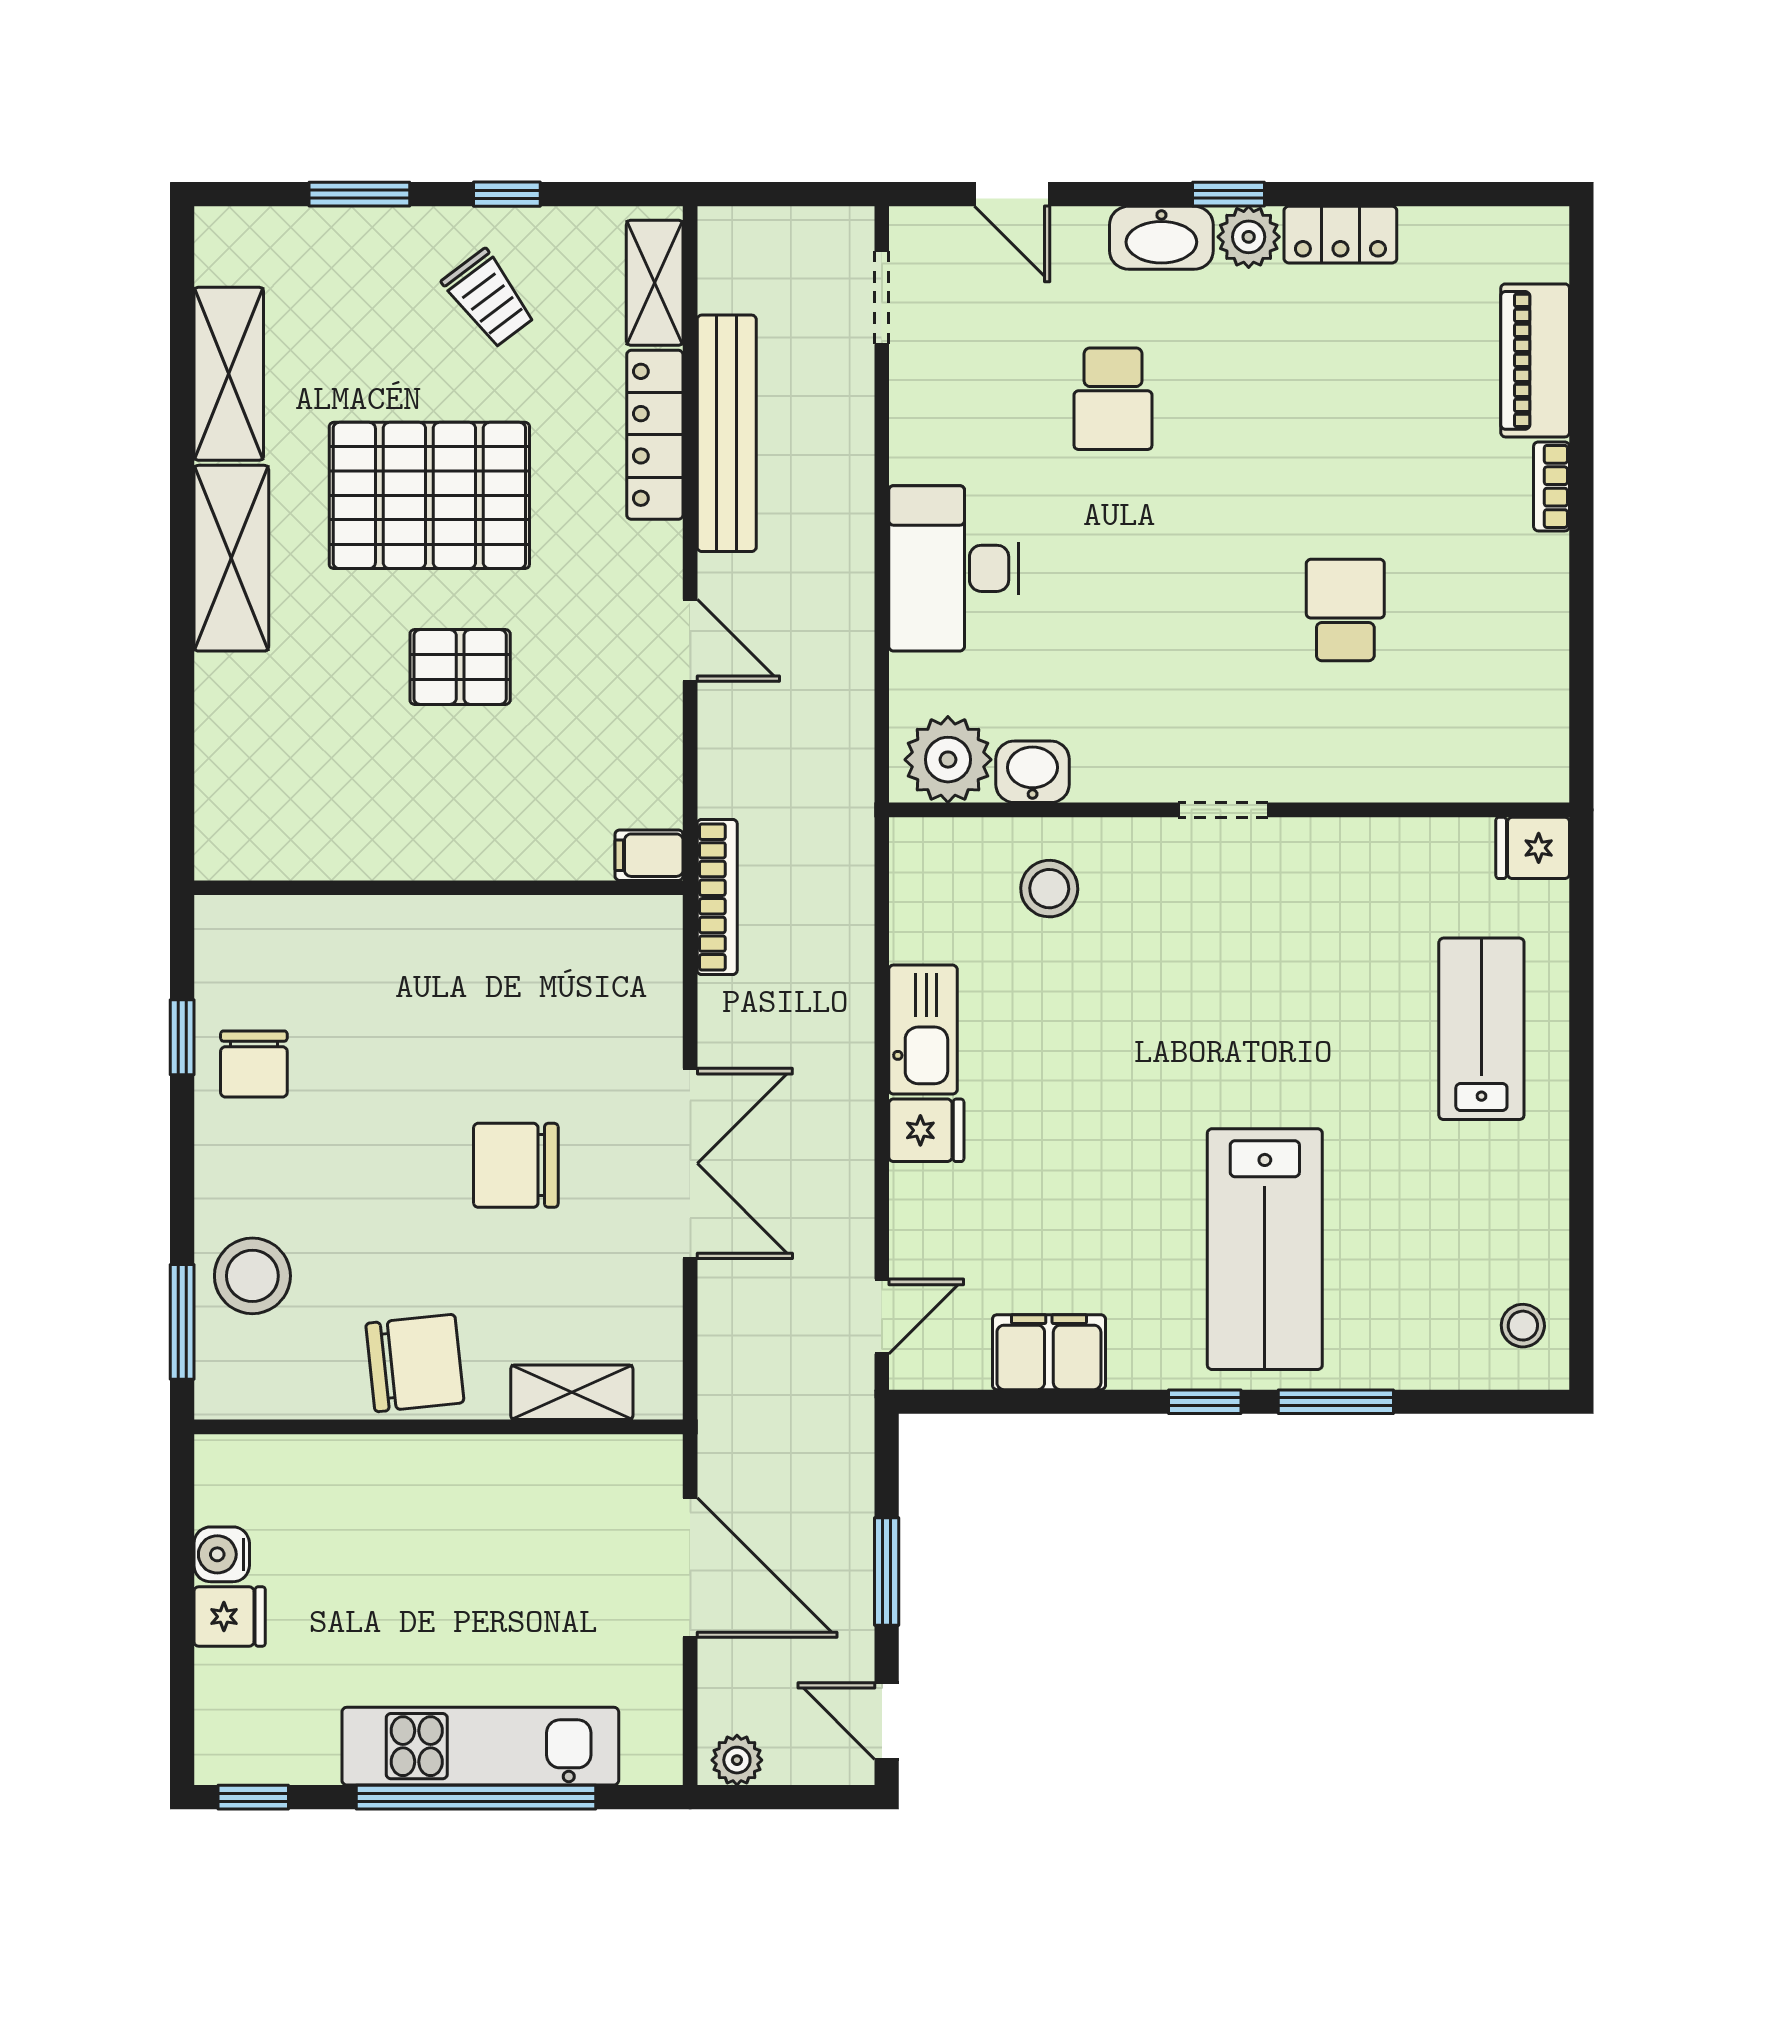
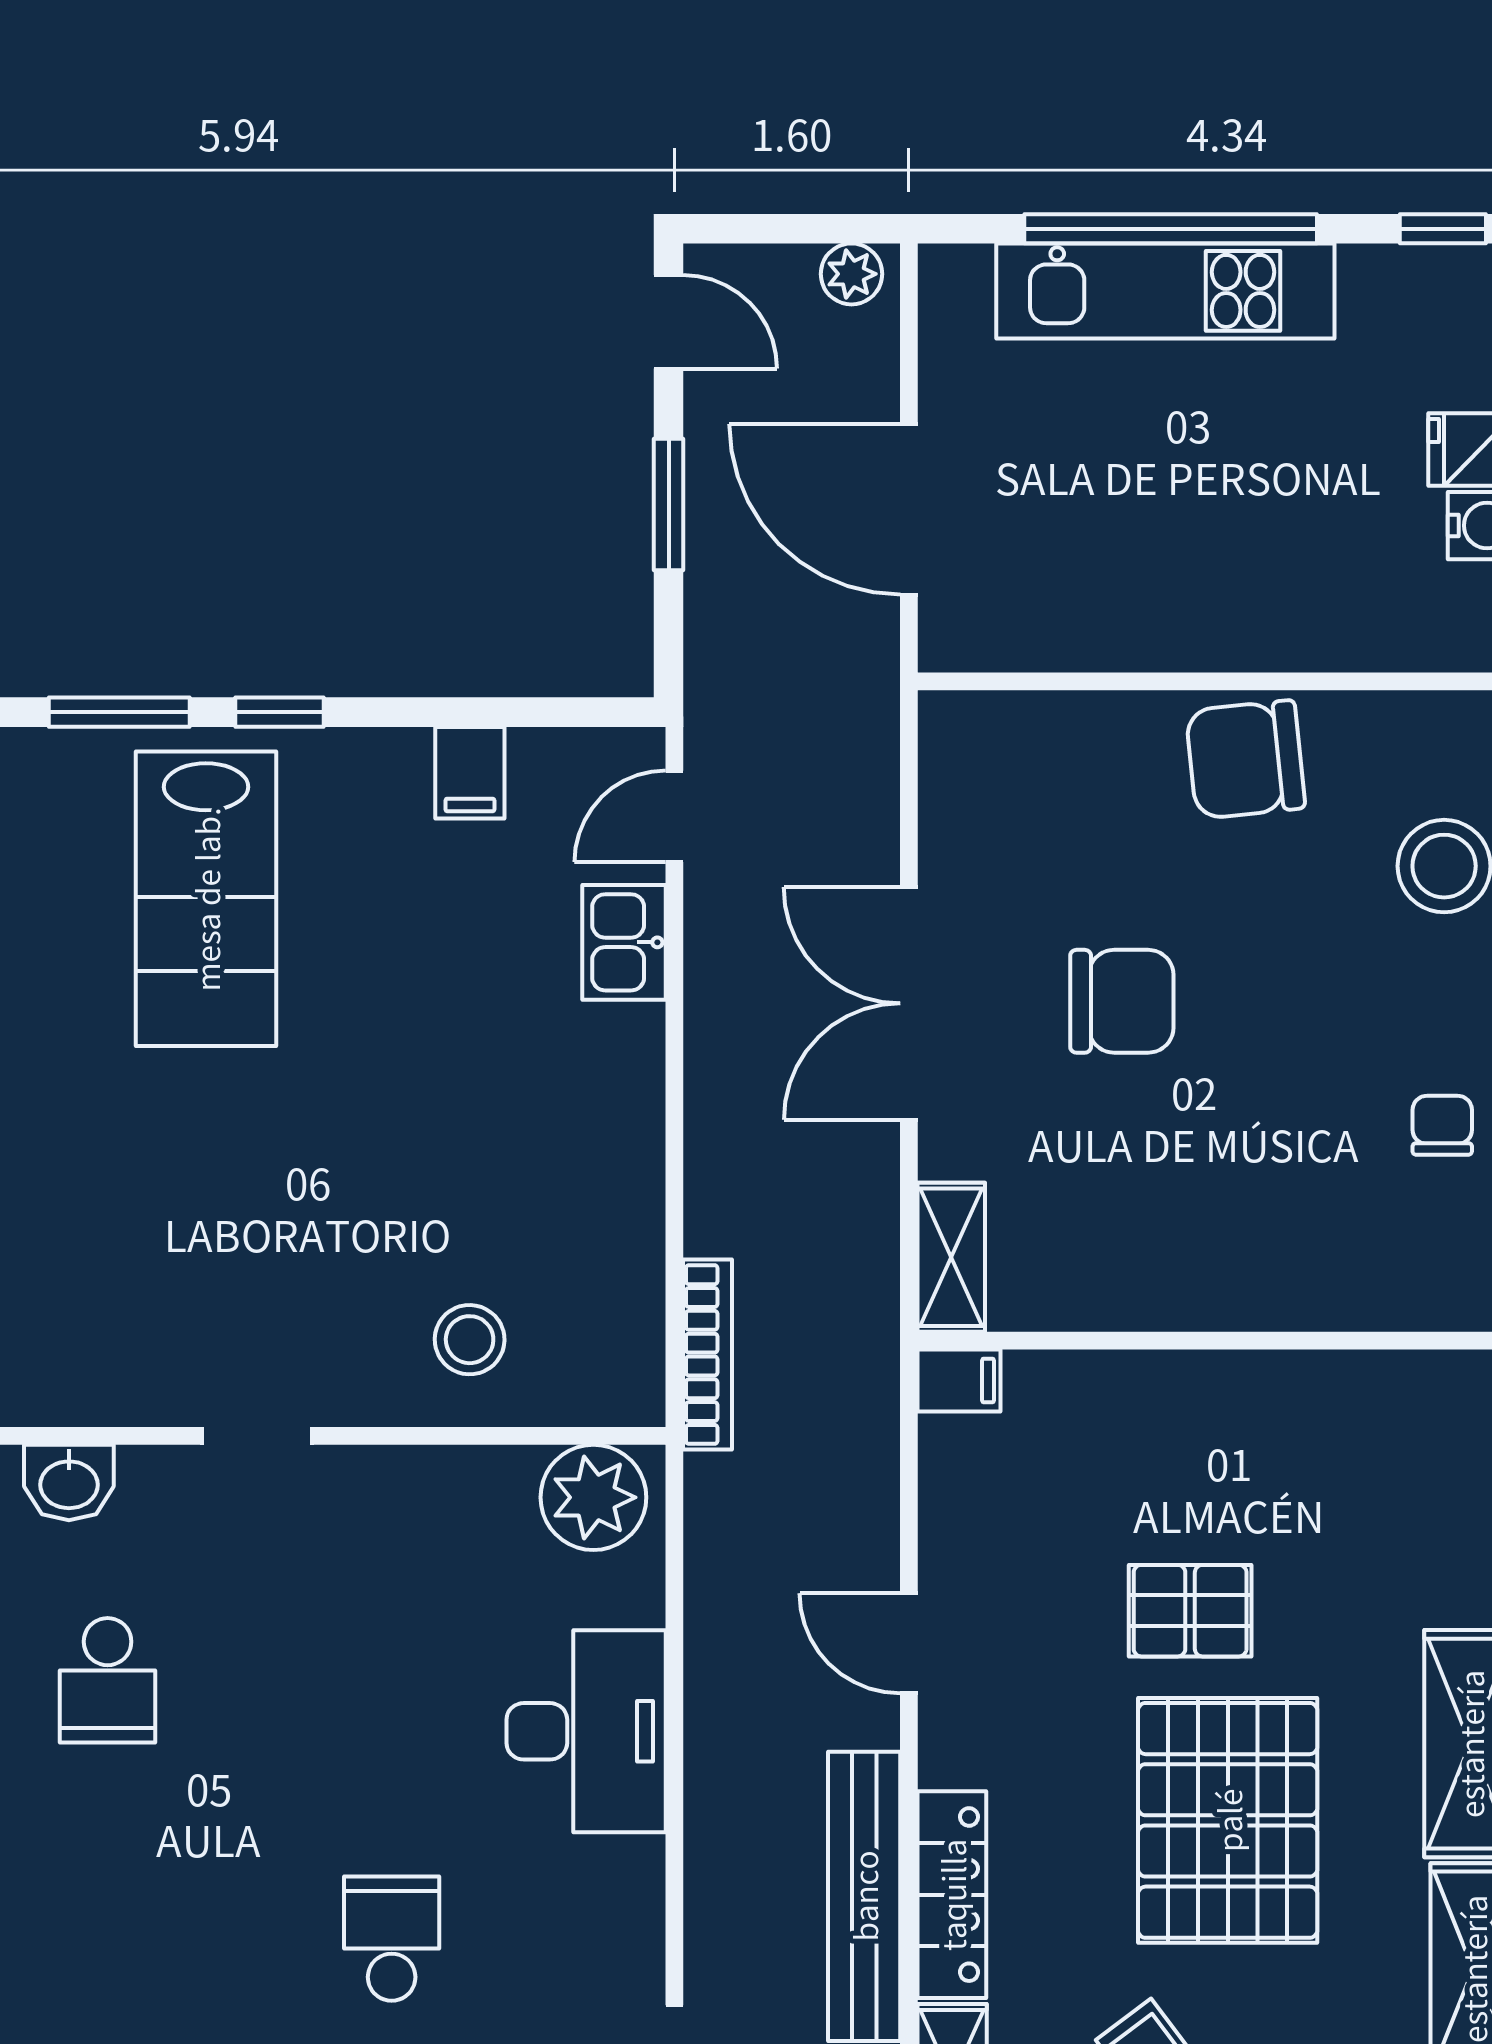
pallet: (429, 495) -> (1228, 1820), turned 90
washbasin: (1033, 772) -> (69, 1483), moved
bookcase: (717, 897) -> (708, 1355), moved, turned 180
kitchen sink: (923, 1030) -> (624, 942), moved, width x0.73
chair: (254, 1064) -> (1442, 1125), width x0.73, depth x0.73
fridge: (926, 1130) -> (620, 1044), removed
lab bench: (1265, 1249) -> (206, 899), turned 180
filing cabinet: (1049, 1352) -> (470, 773), width x0.50
shelving: (572, 1392) -> (951, 1257), moved, turned 90

